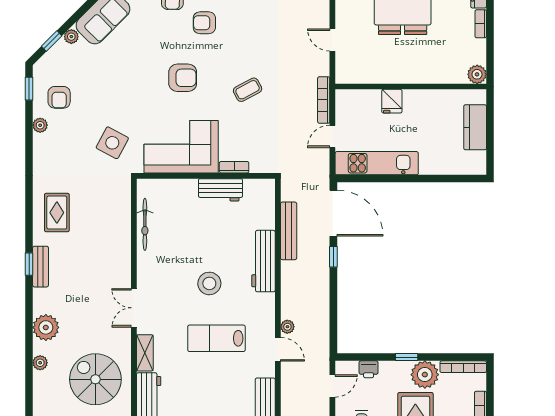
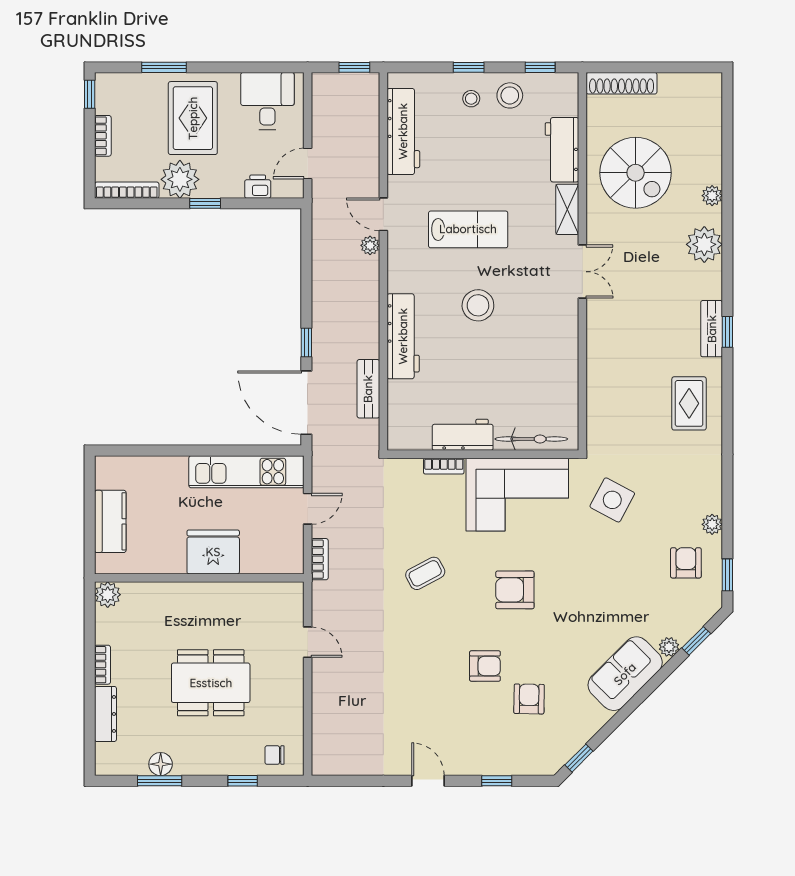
bookcase: (324, 100) -> (320, 559), width x0.64
fridge: (392, 101) -> (213, 552), width x1.88, depth x1.34
bicycle: (145, 224) -> (531, 439), moved, turned 90
bench: (289, 231) -> (368, 389), width x0.73

